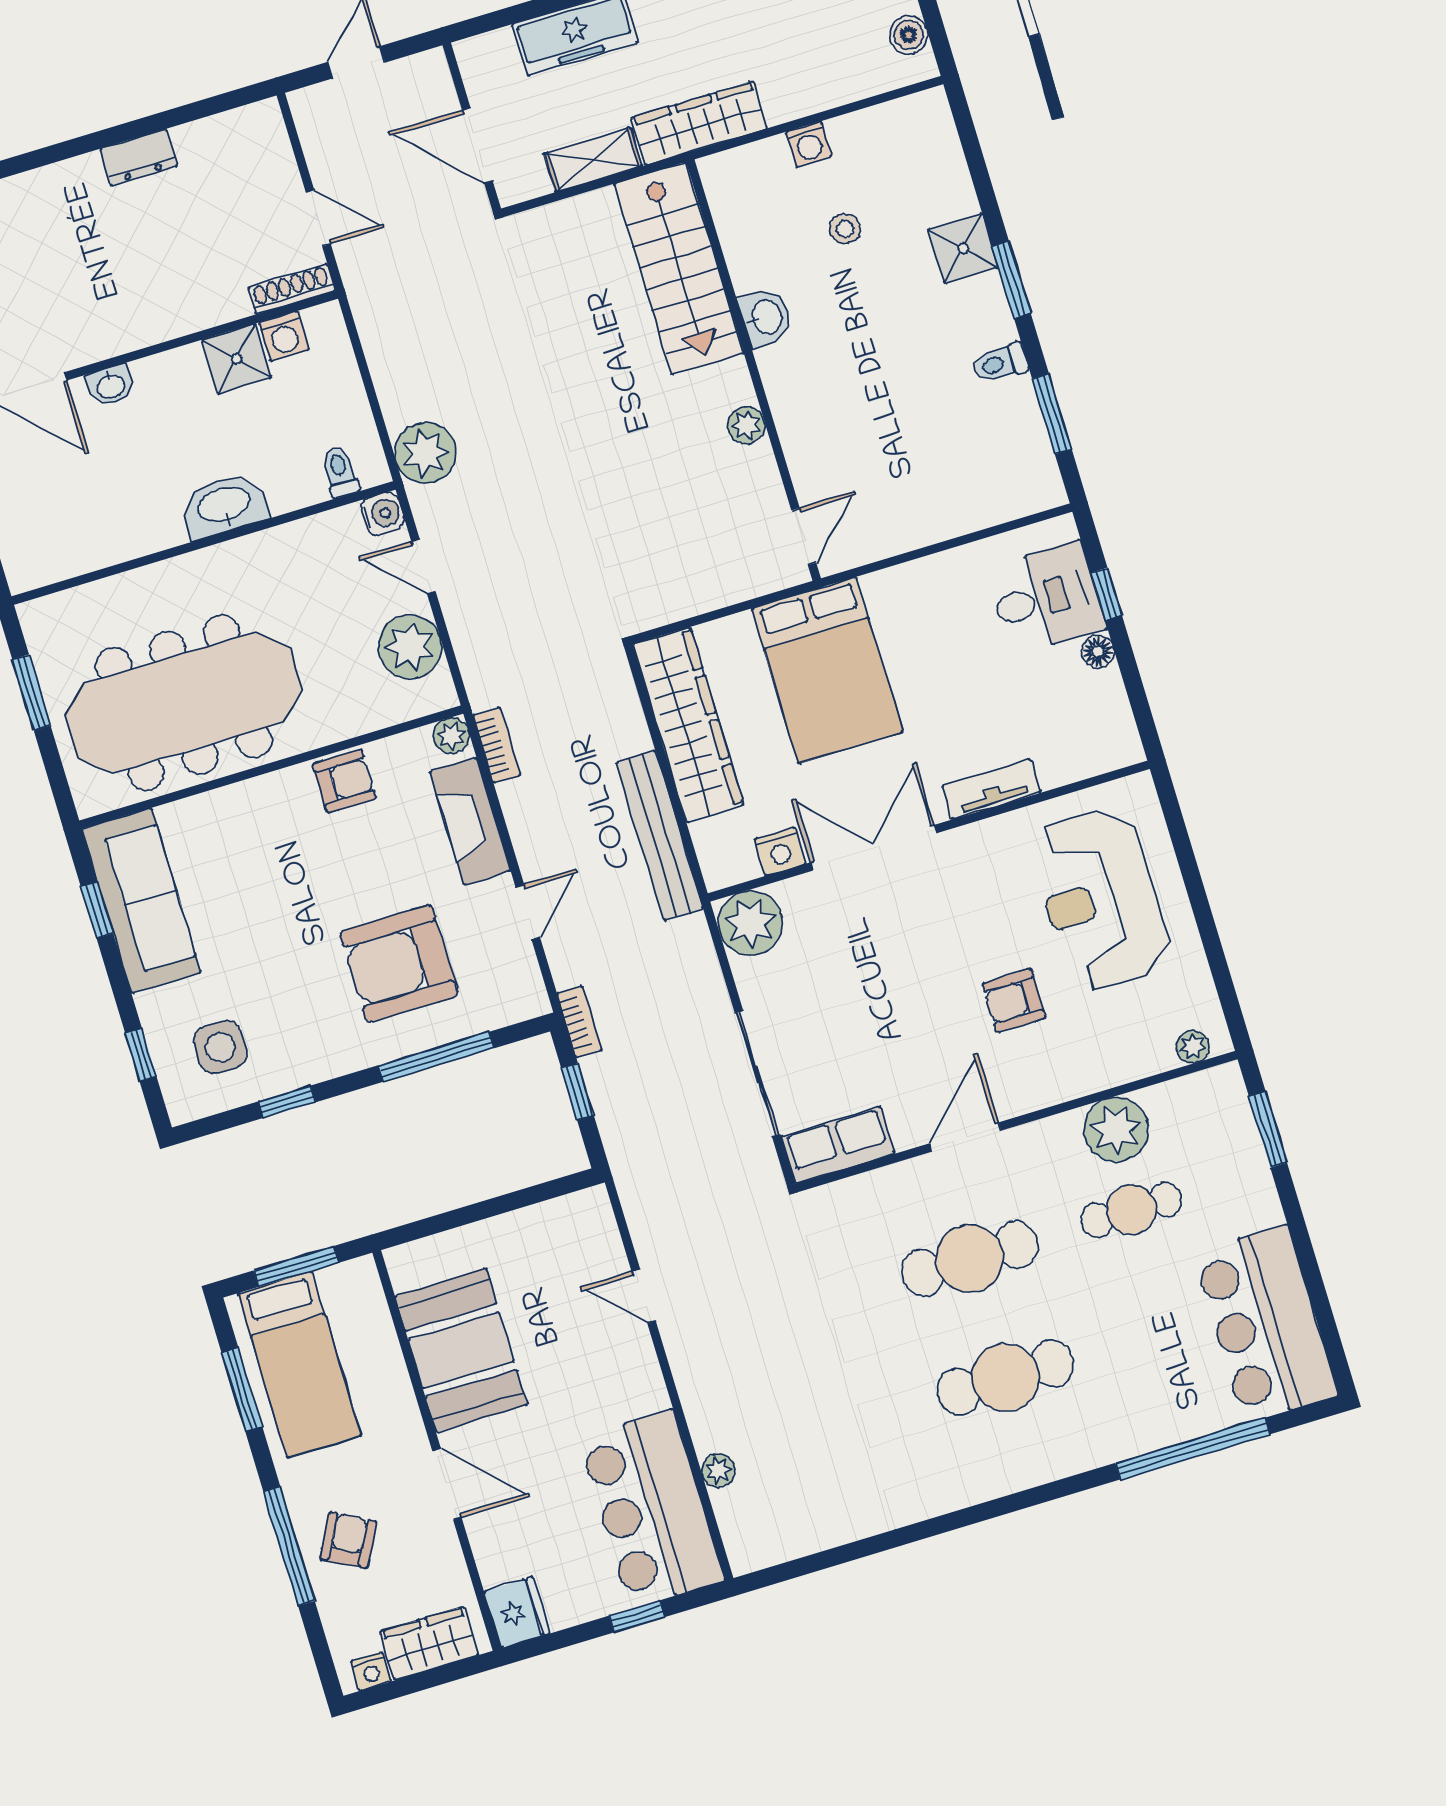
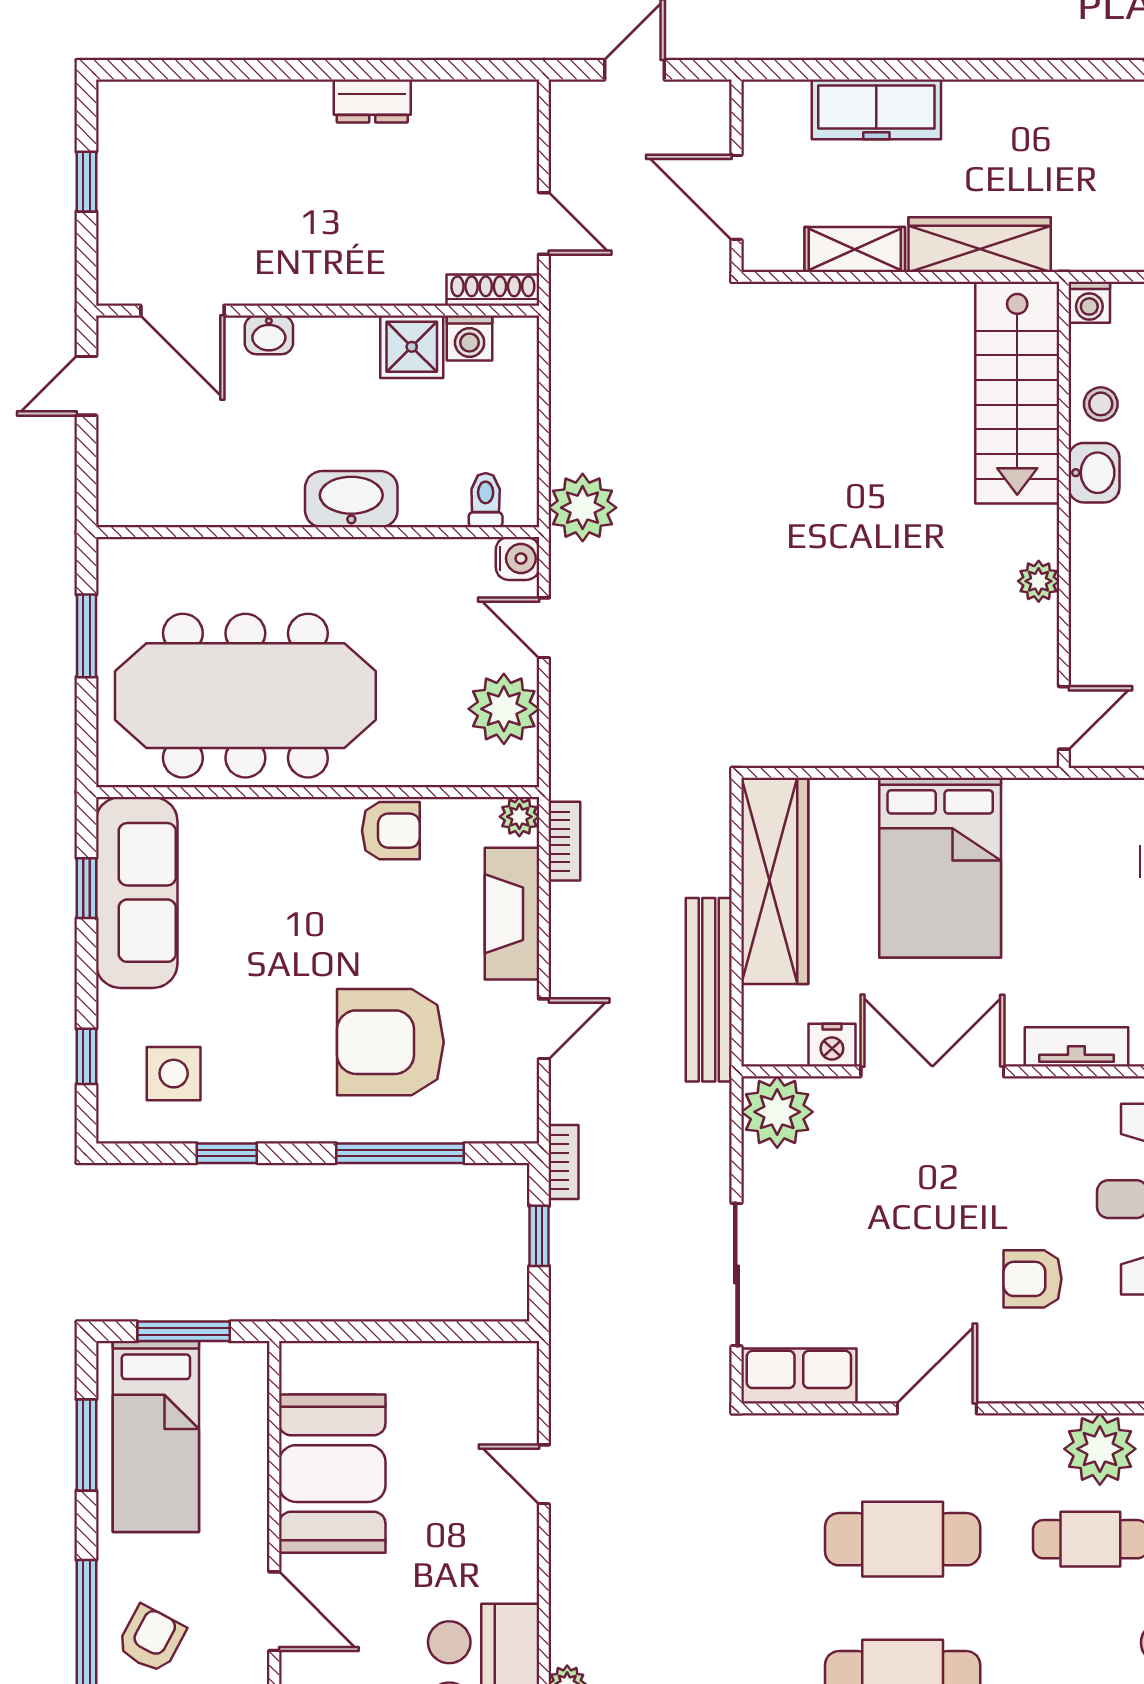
stairs: (679, 268) -> (1017, 393), moved
washbasin: (766, 317) -> (1094, 473), moved
wall: (753, 370) -> (1064, 525), moved
plant: (746, 425) -> (1039, 581), moved
door: (804, 536) -> (1064, 718), moved

